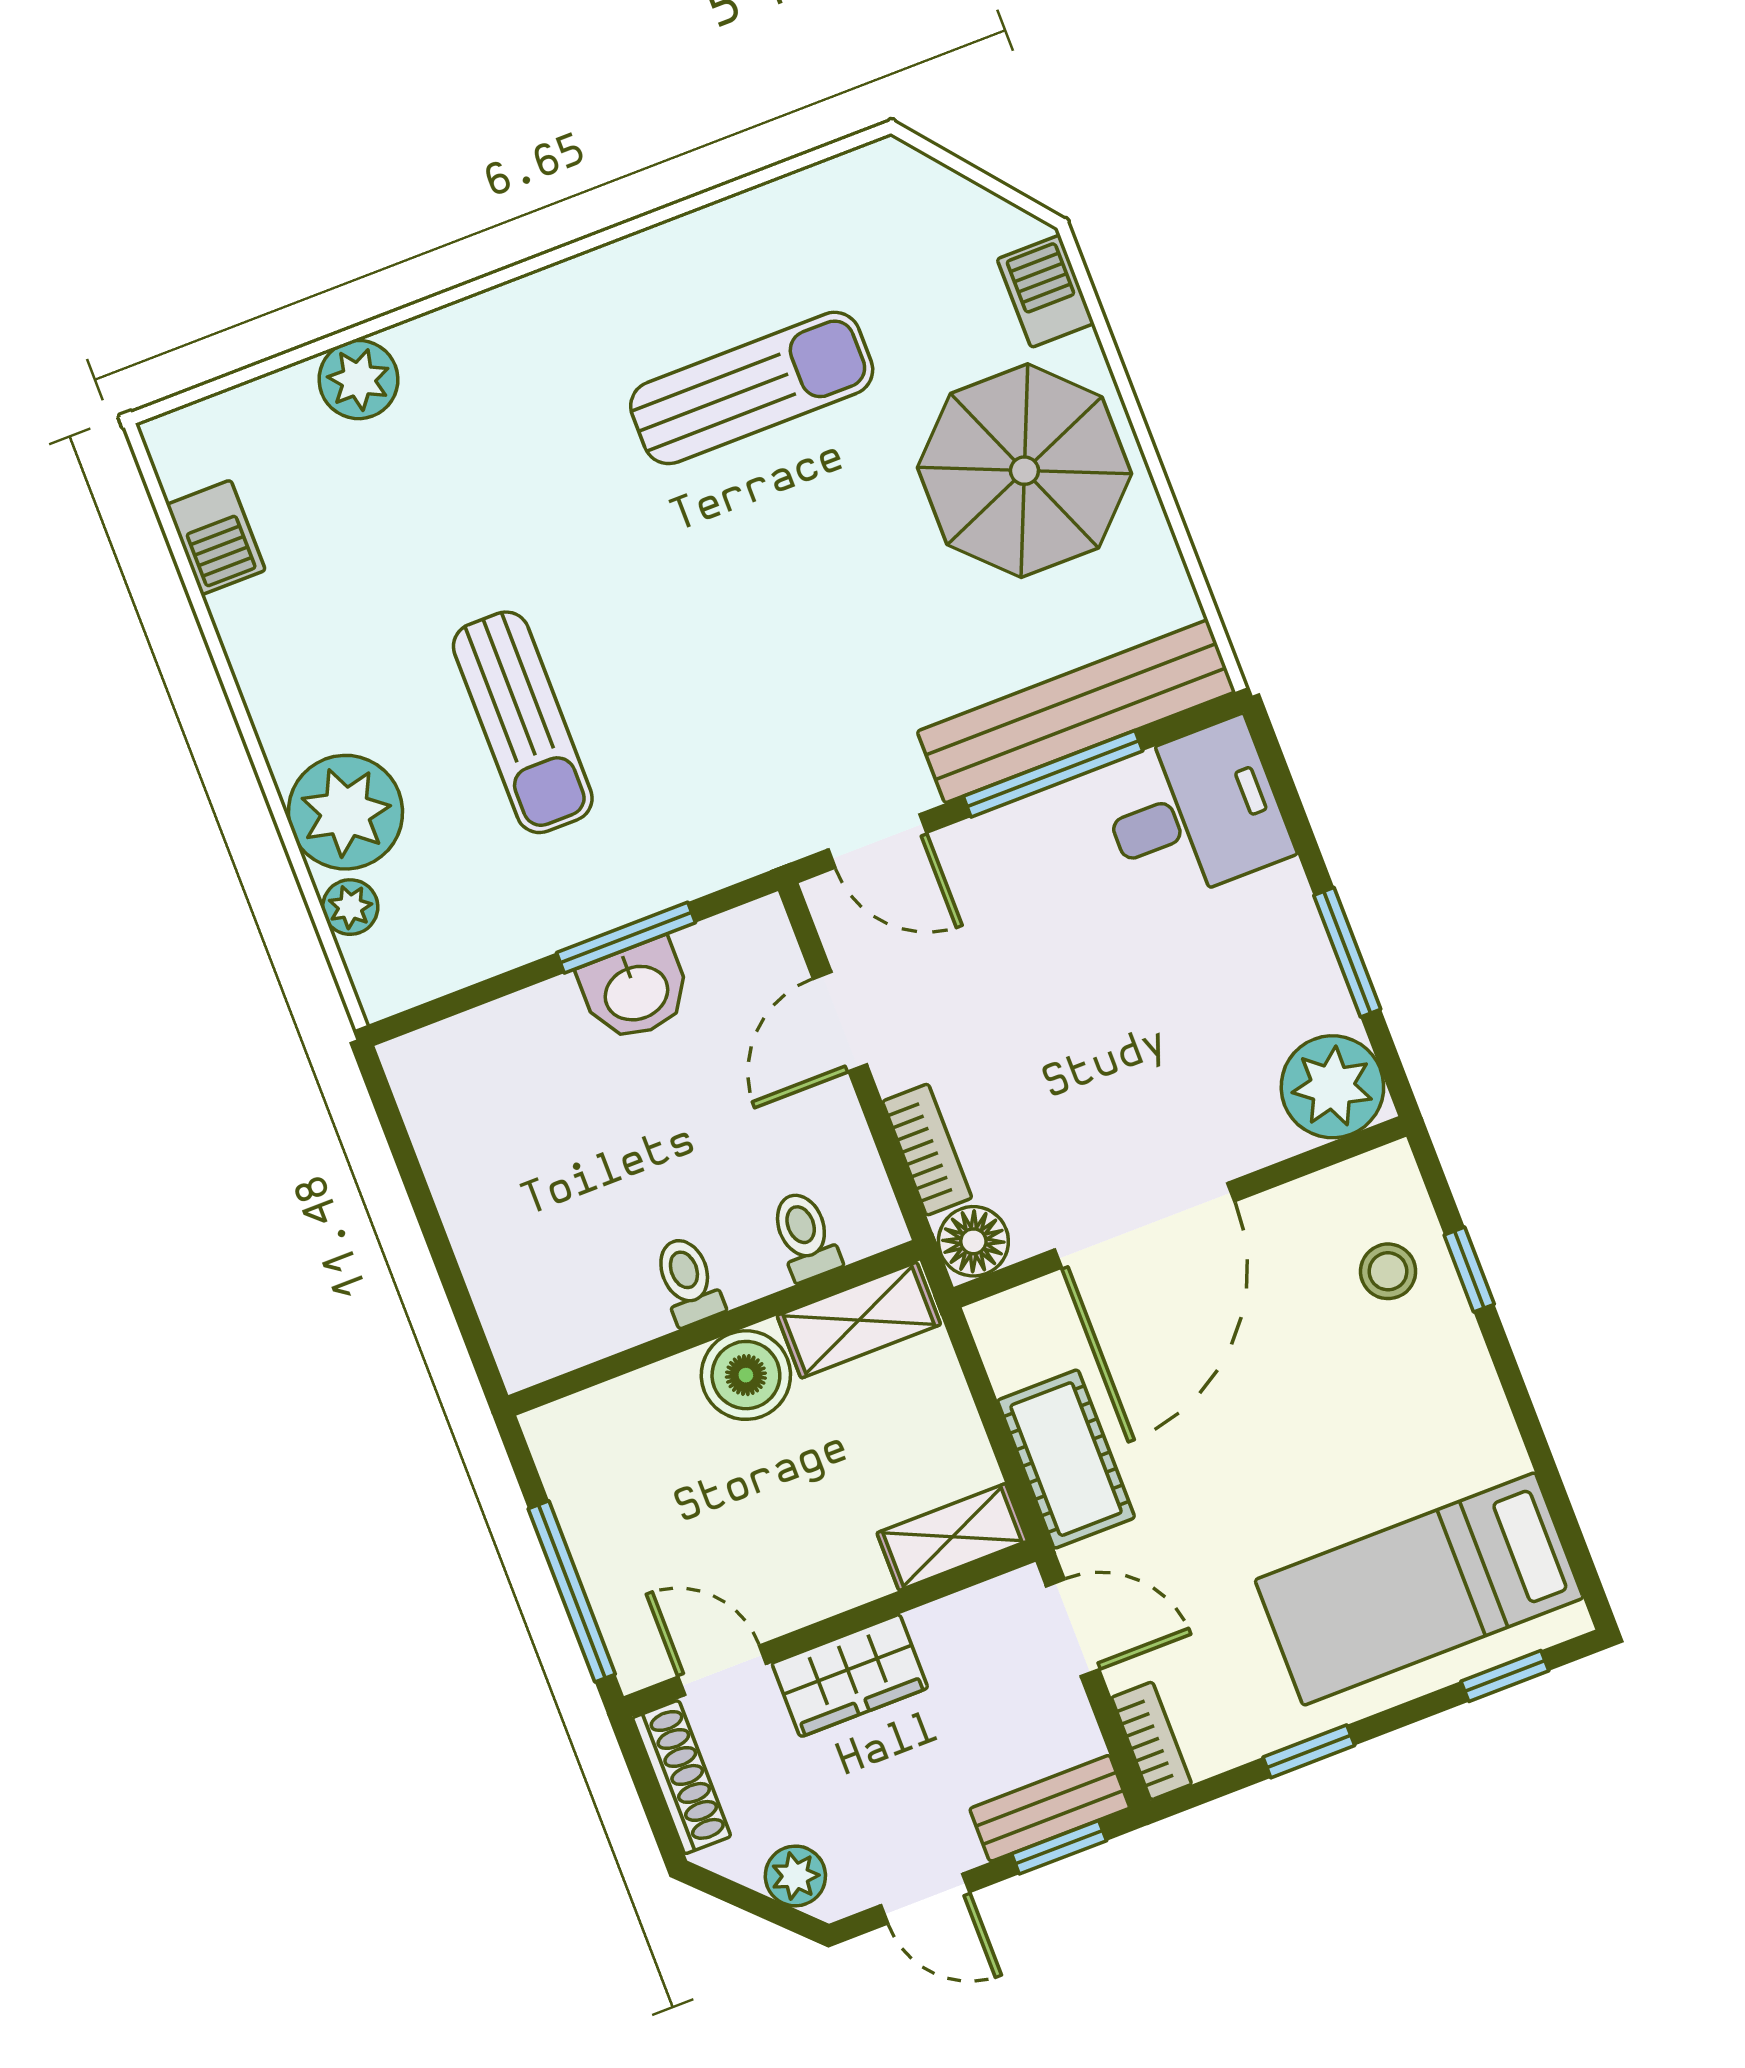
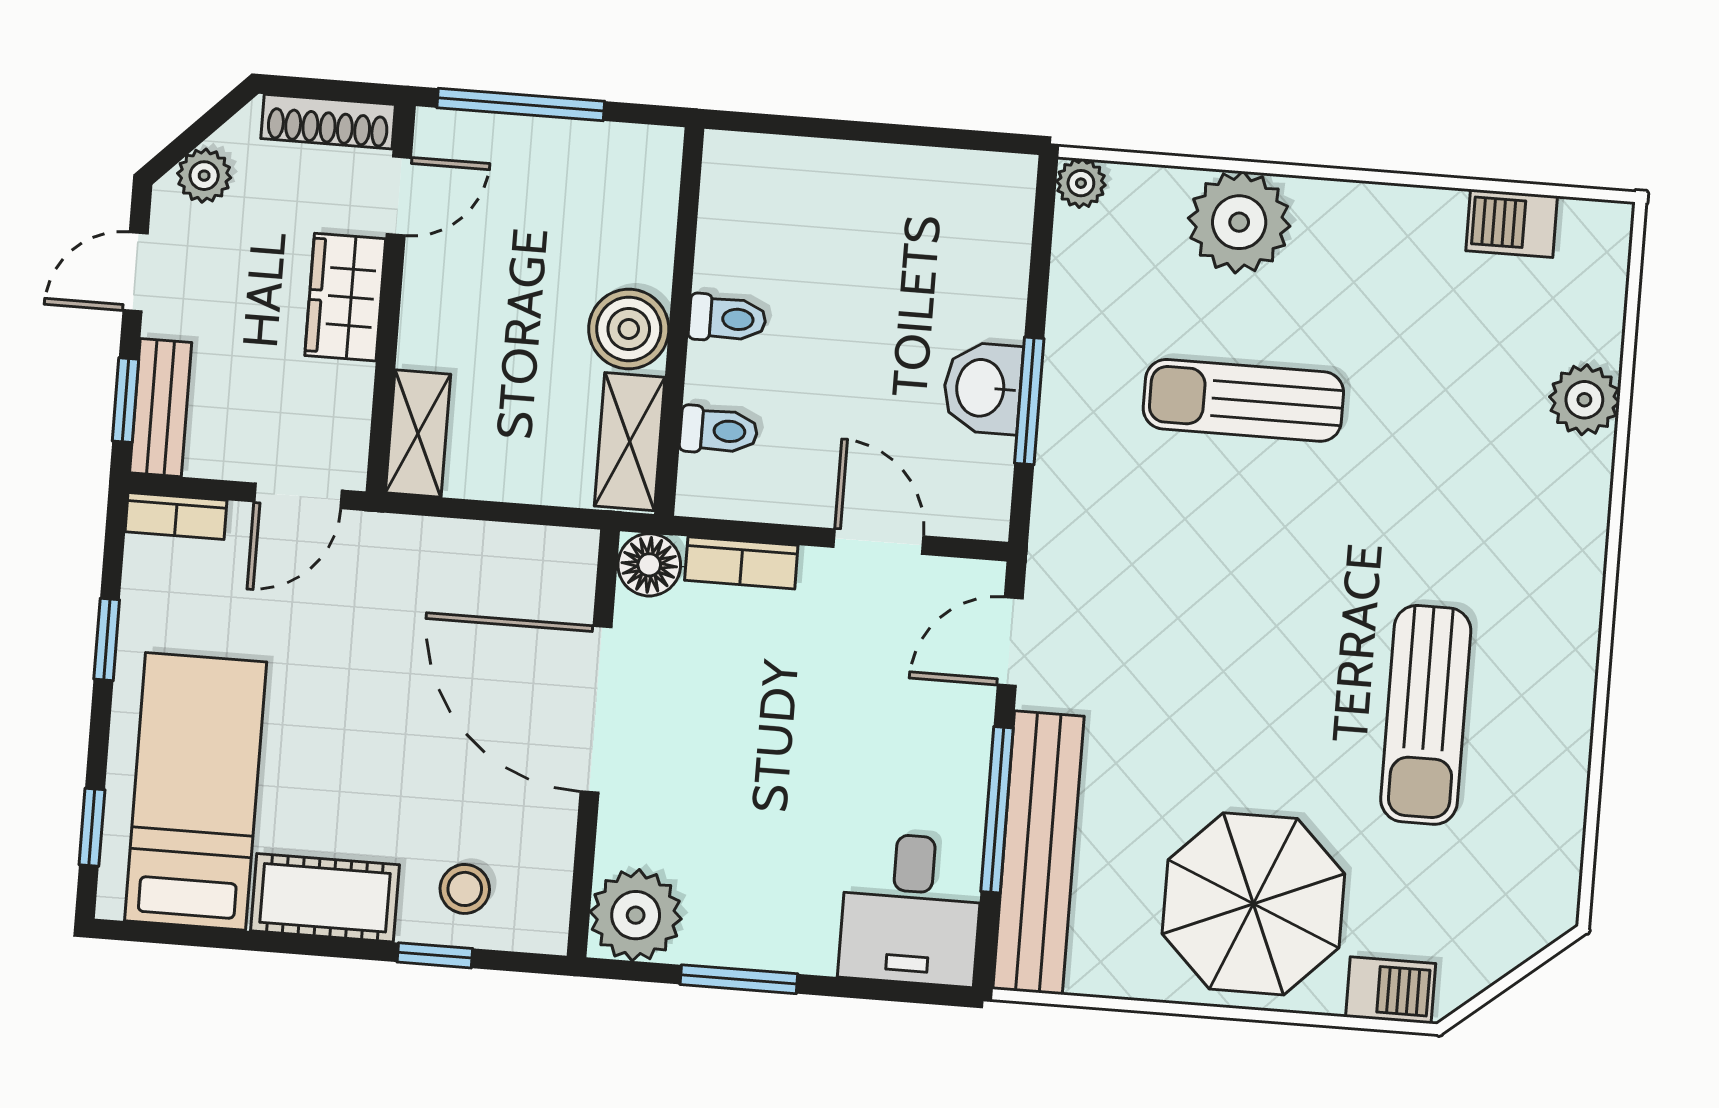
plant: (350, 907) -> (1081, 183), moved
cot: (1066, 1459) -> (325, 898), moved

